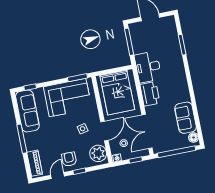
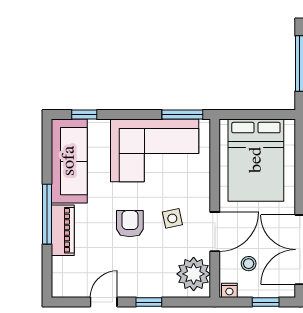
armchair: (69, 159) -> (130, 224), moved
piano: (35, 163) -> (63, 230), moved

